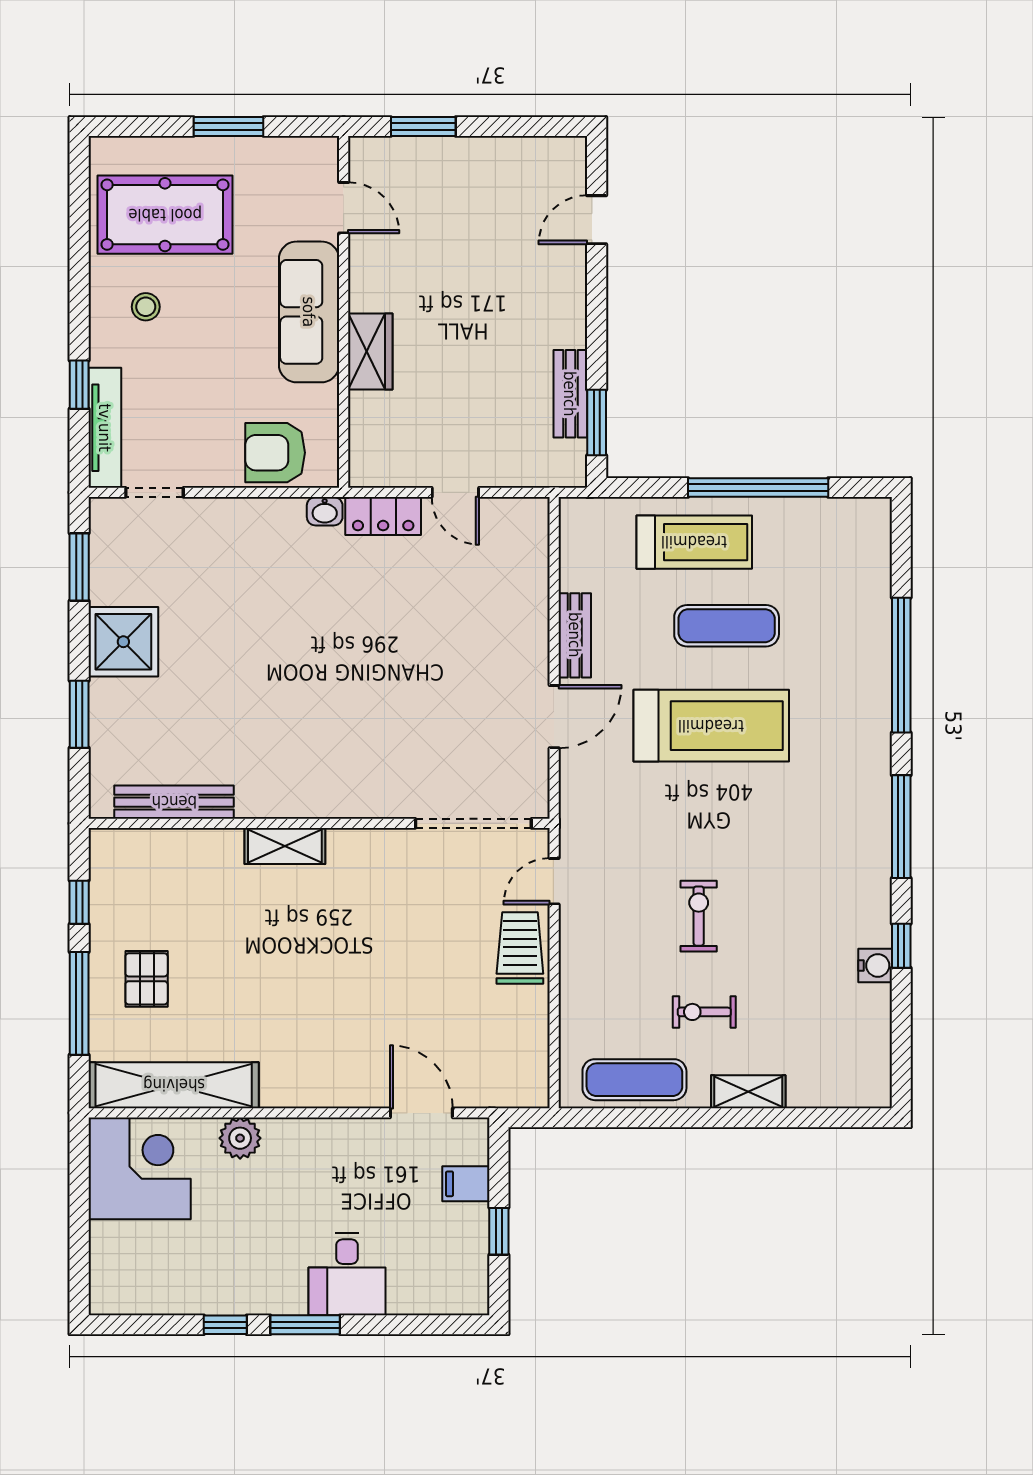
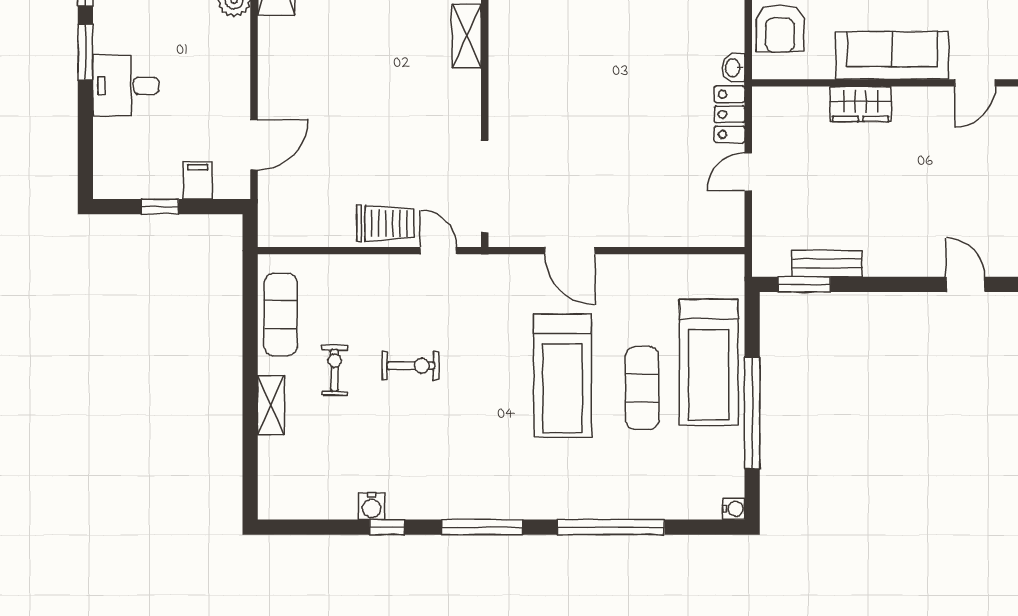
armchair: (275, 453) -> (780, 28), turned 180
water cooler: (878, 510) -> (734, 509), added
treadmill: (694, 542) -> (709, 362), width x1.37, depth x1.38
bench: (575, 635) -> (634, 267), removed

